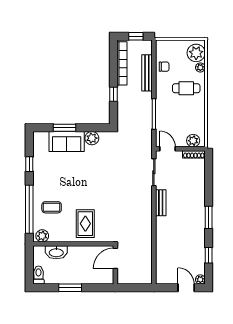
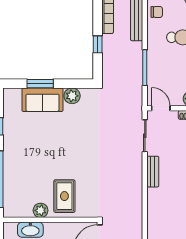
coffee table: (52, 207) -> (25, 177), removed
plant: (42, 236) -> (41, 210), moved

